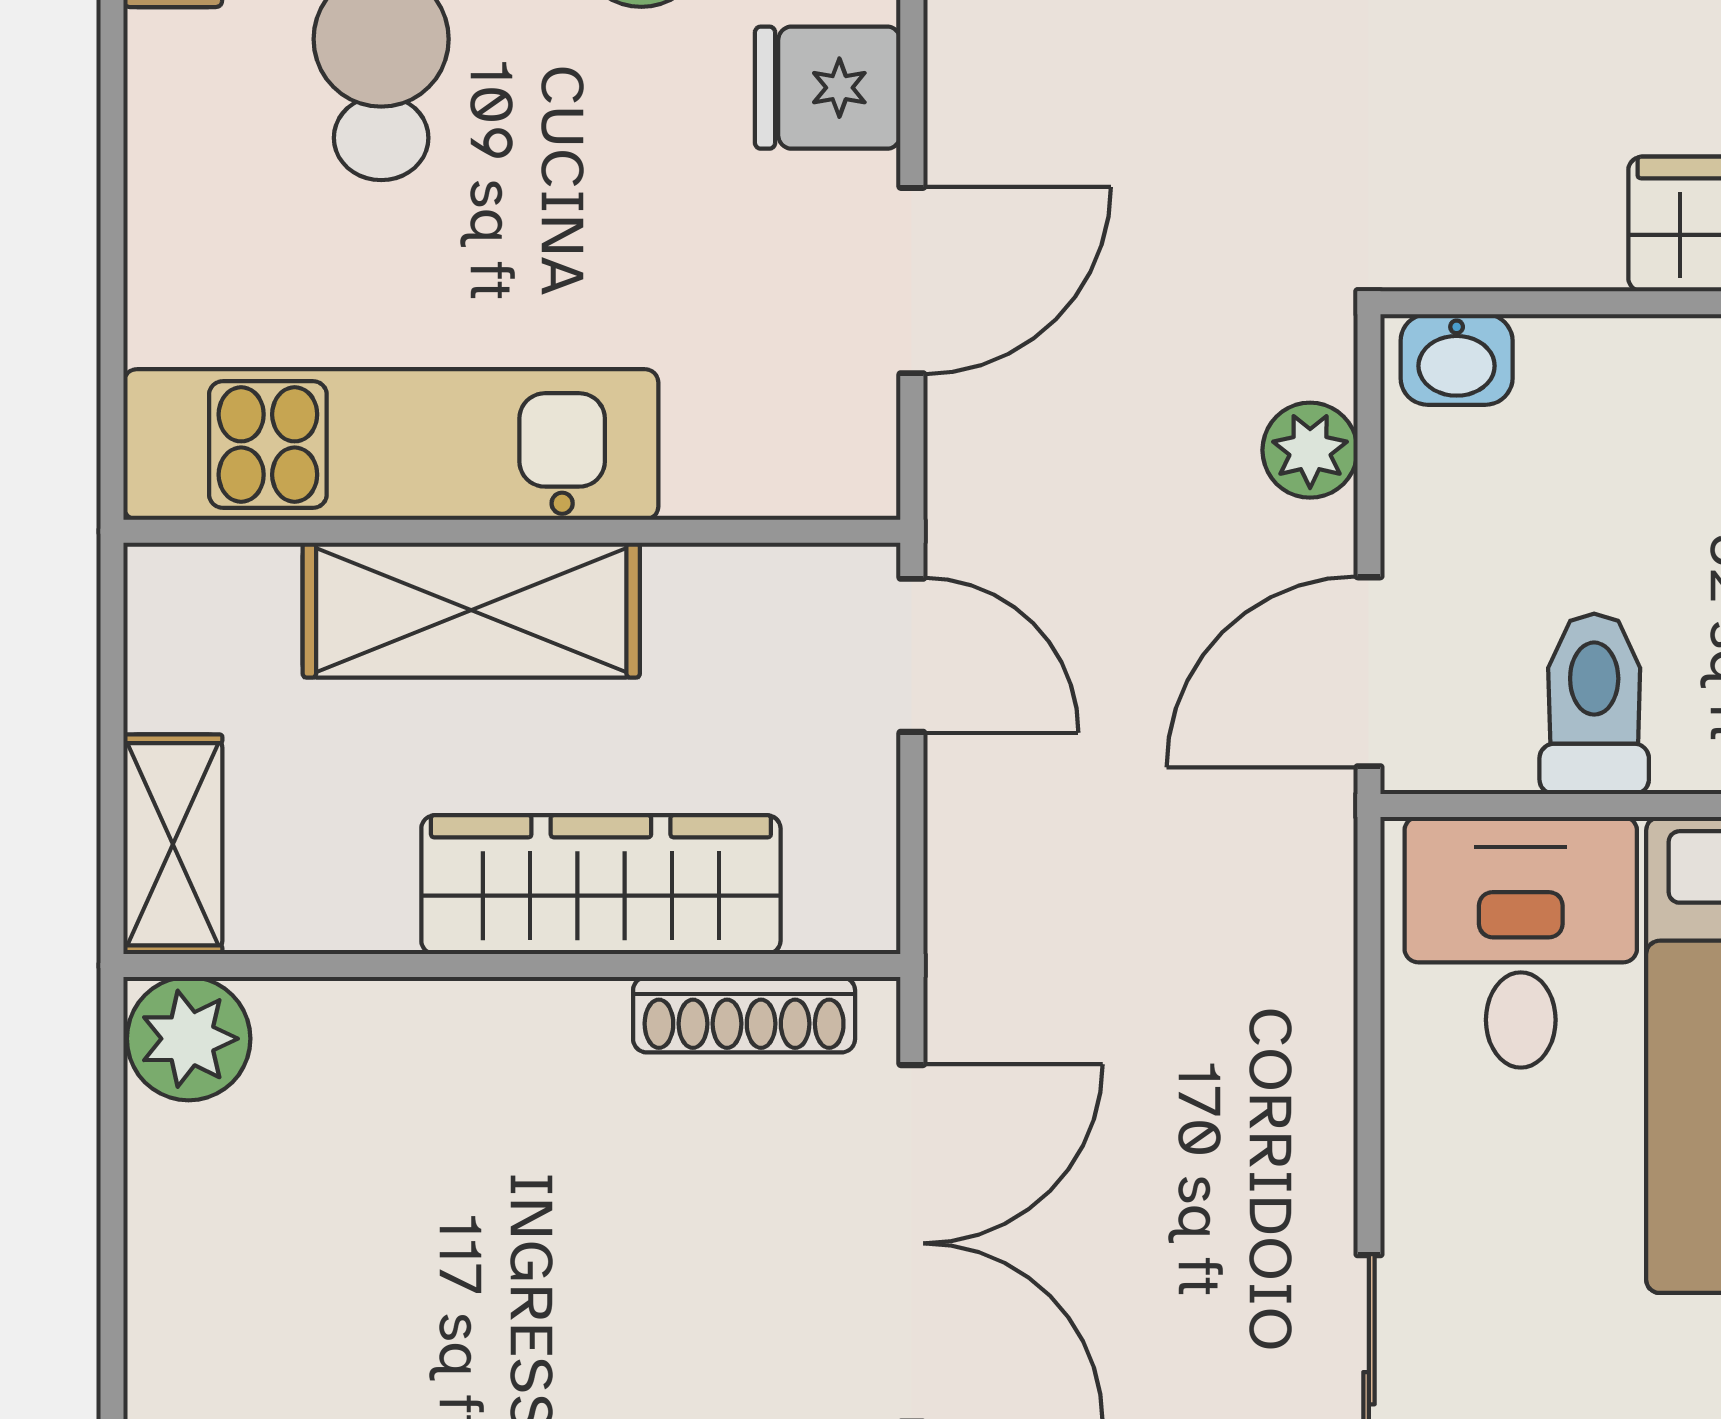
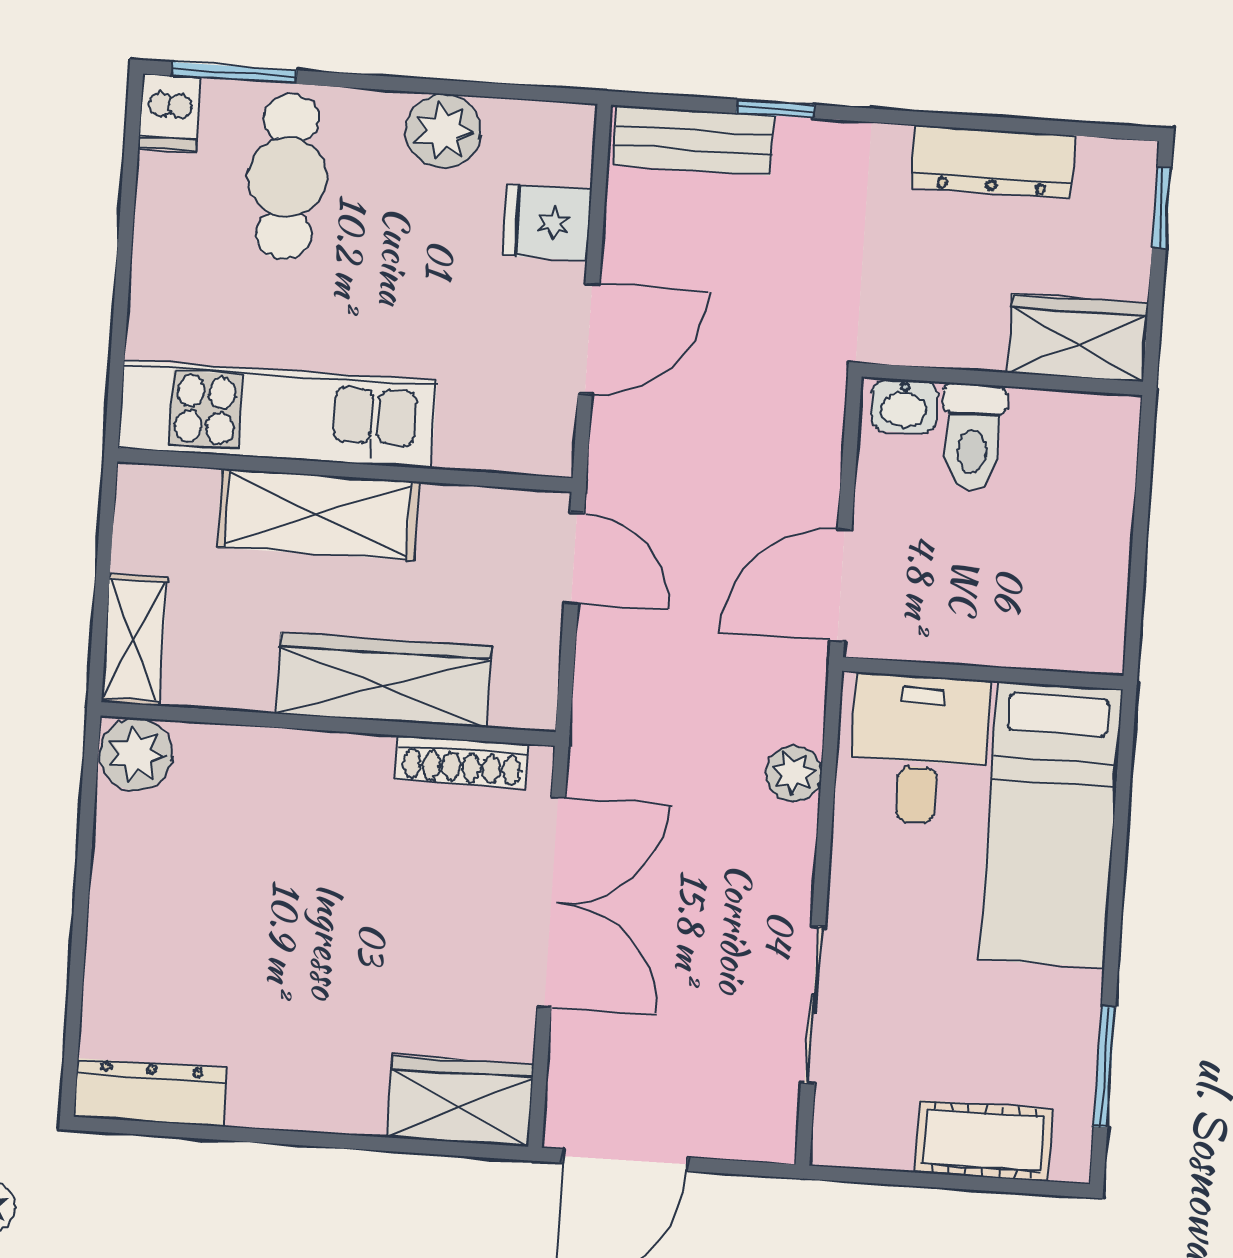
plant: (1310, 450) -> (794, 774), moved
toilet: (1594, 704) -> (973, 437), moved, turned 180

